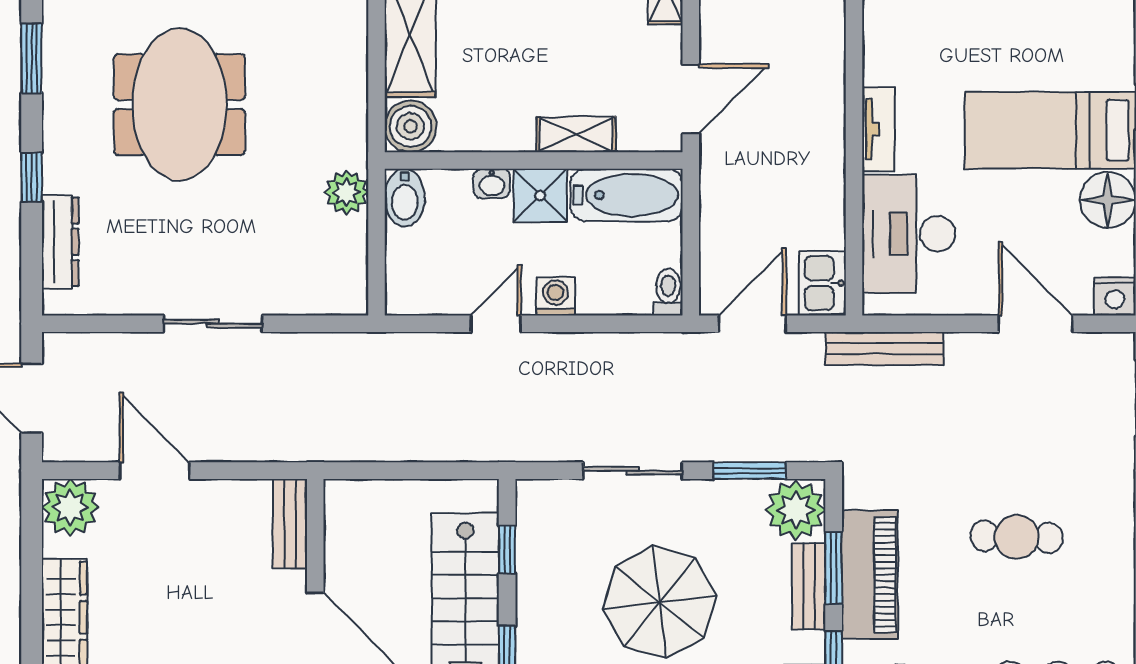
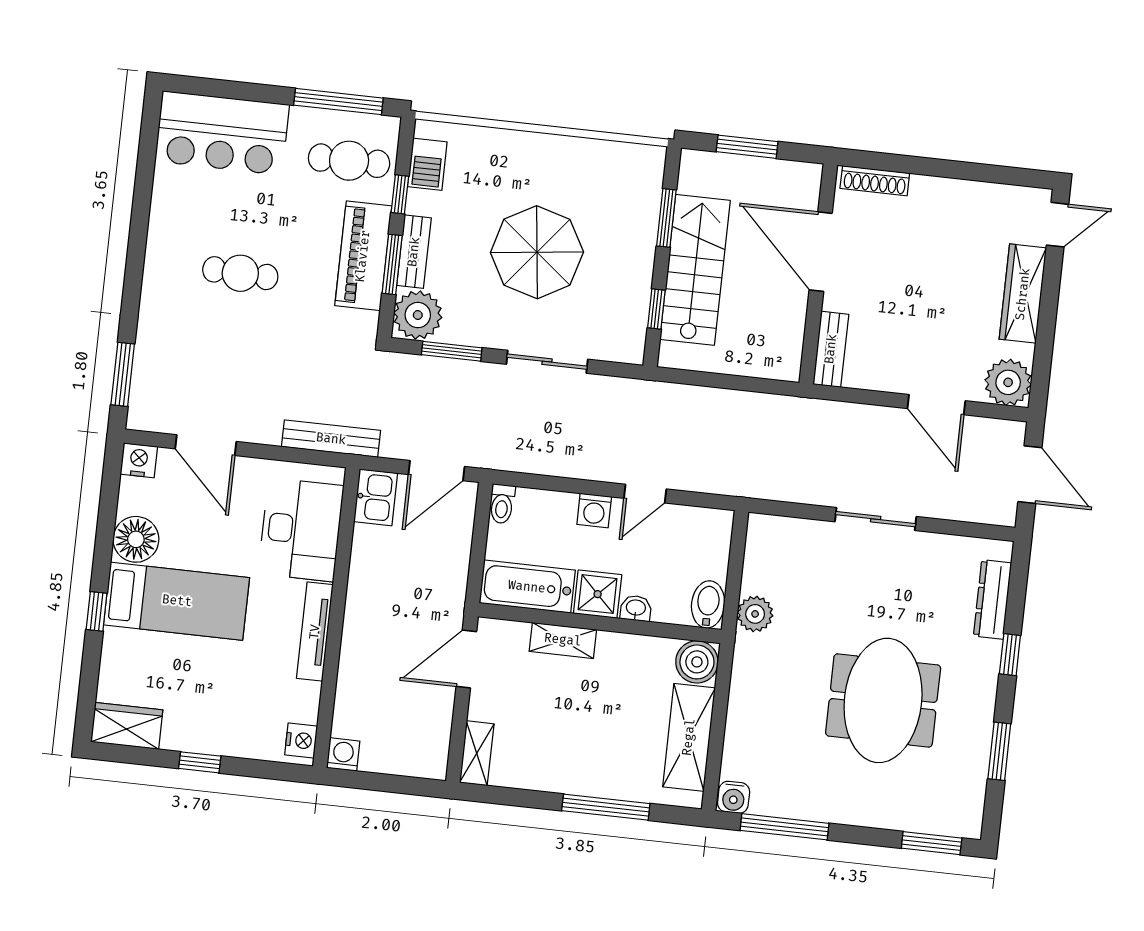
tv unit: (878, 129) -> (315, 632), width x1.41

